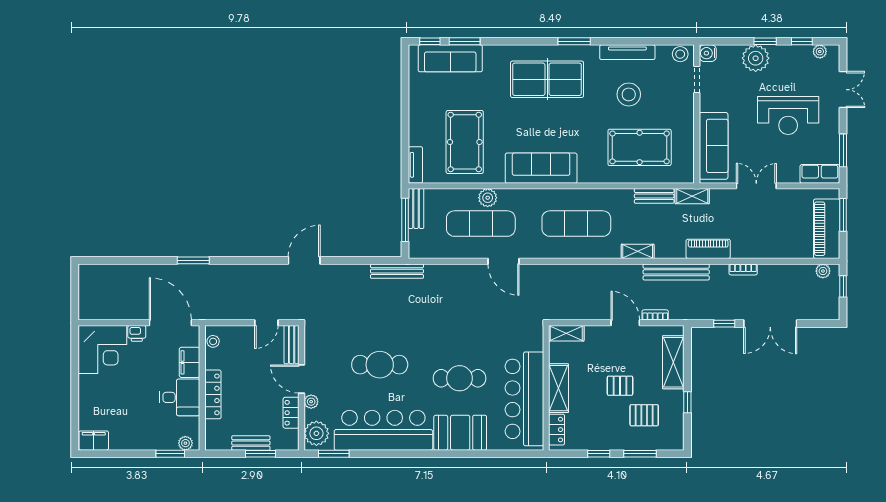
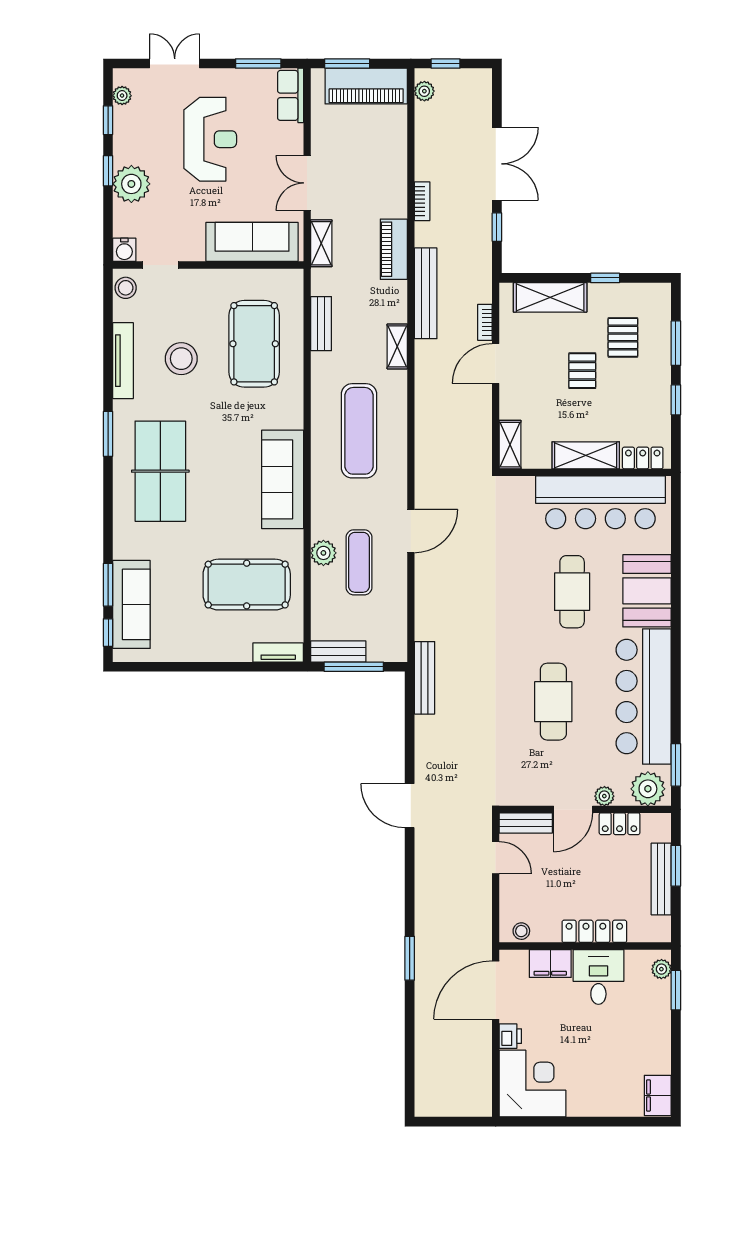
shelving: (692, 196) -> (321, 243), moved
exercise mat: (481, 224) -> (359, 562), width x0.73, depth x0.69
bench: (251, 443) -> (661, 879), width x1.36

